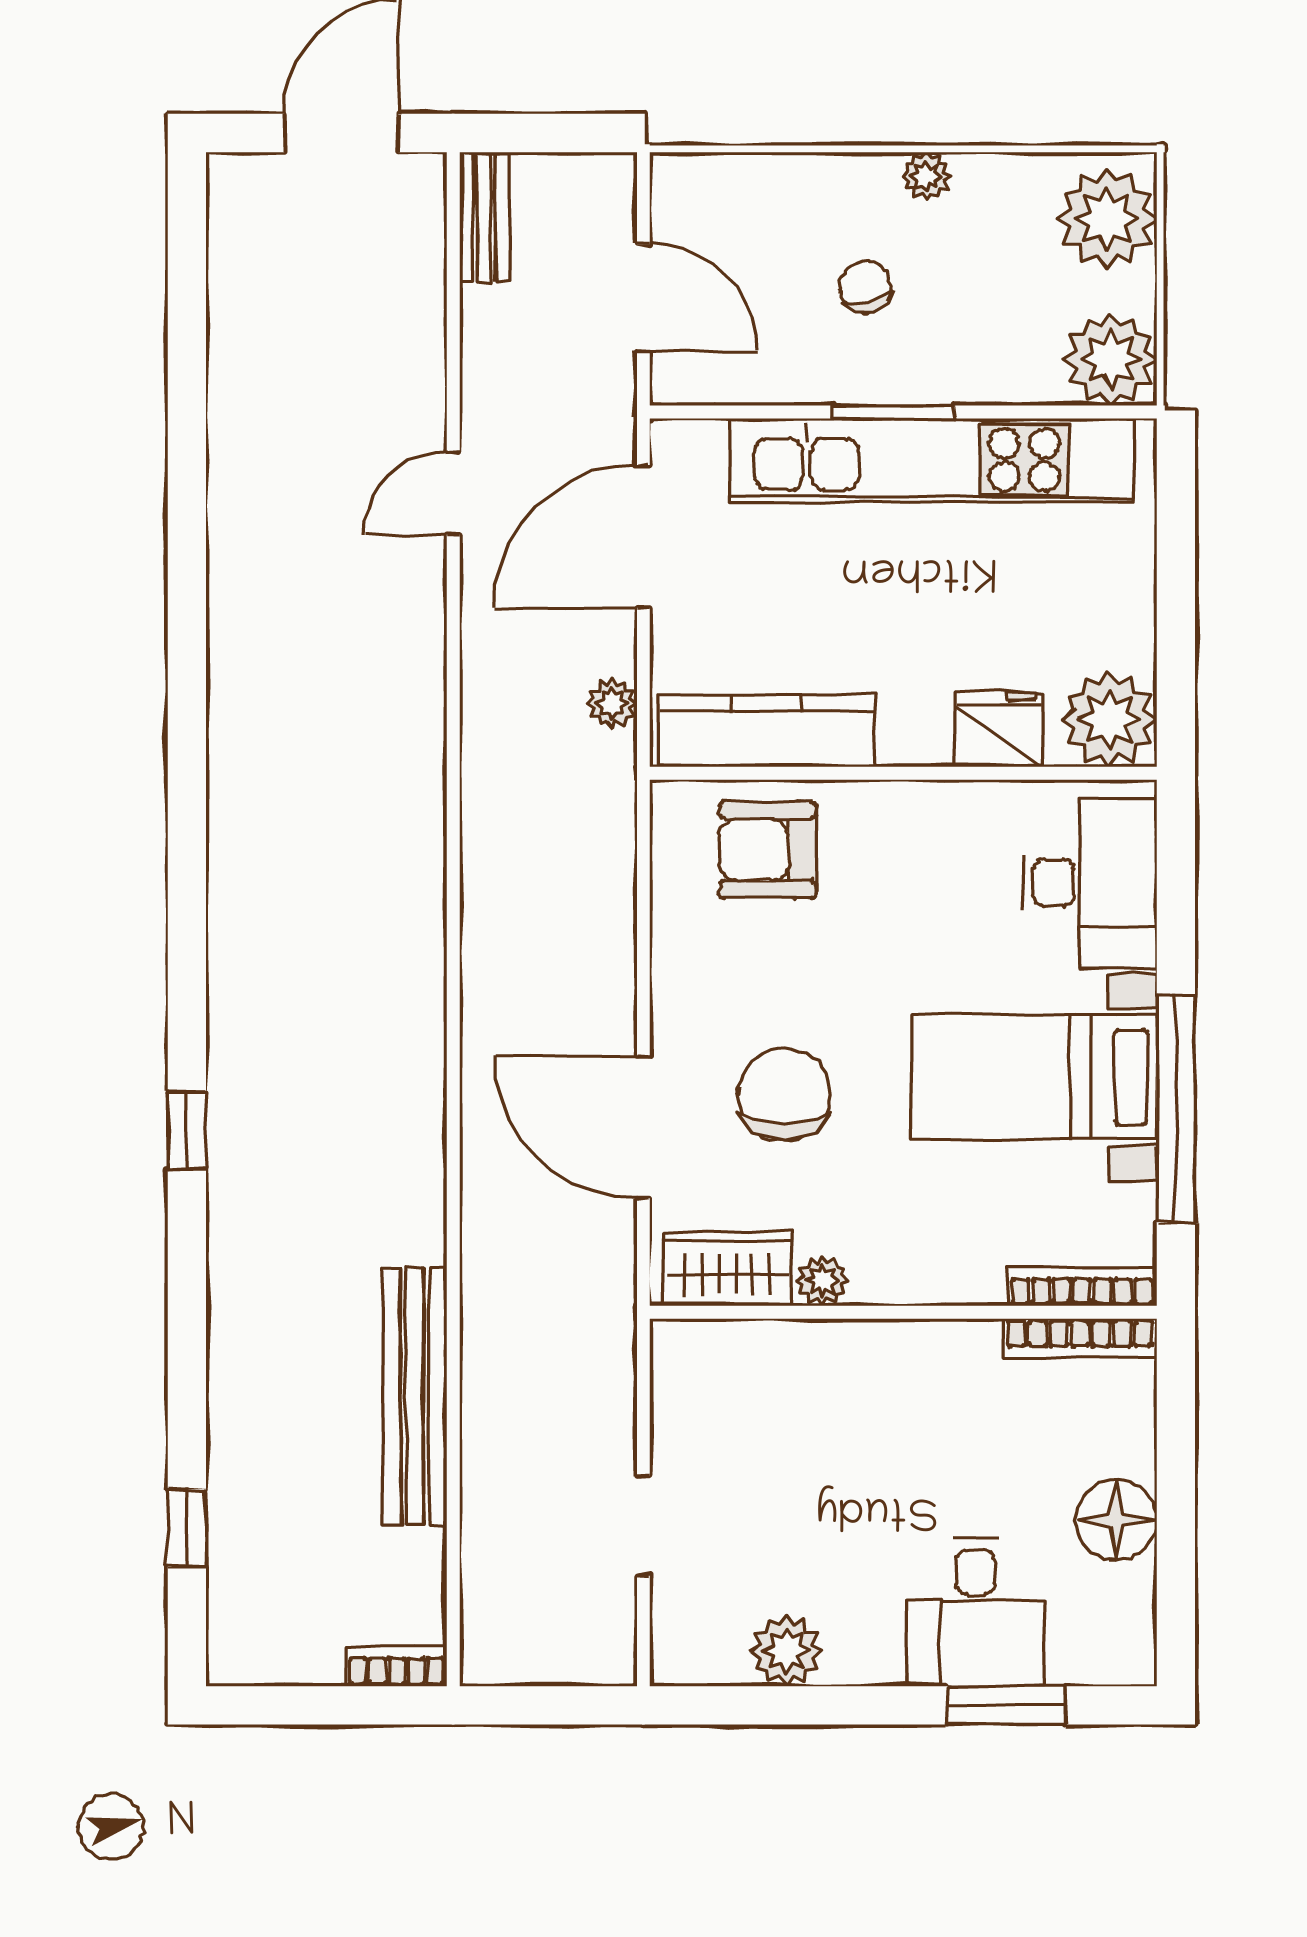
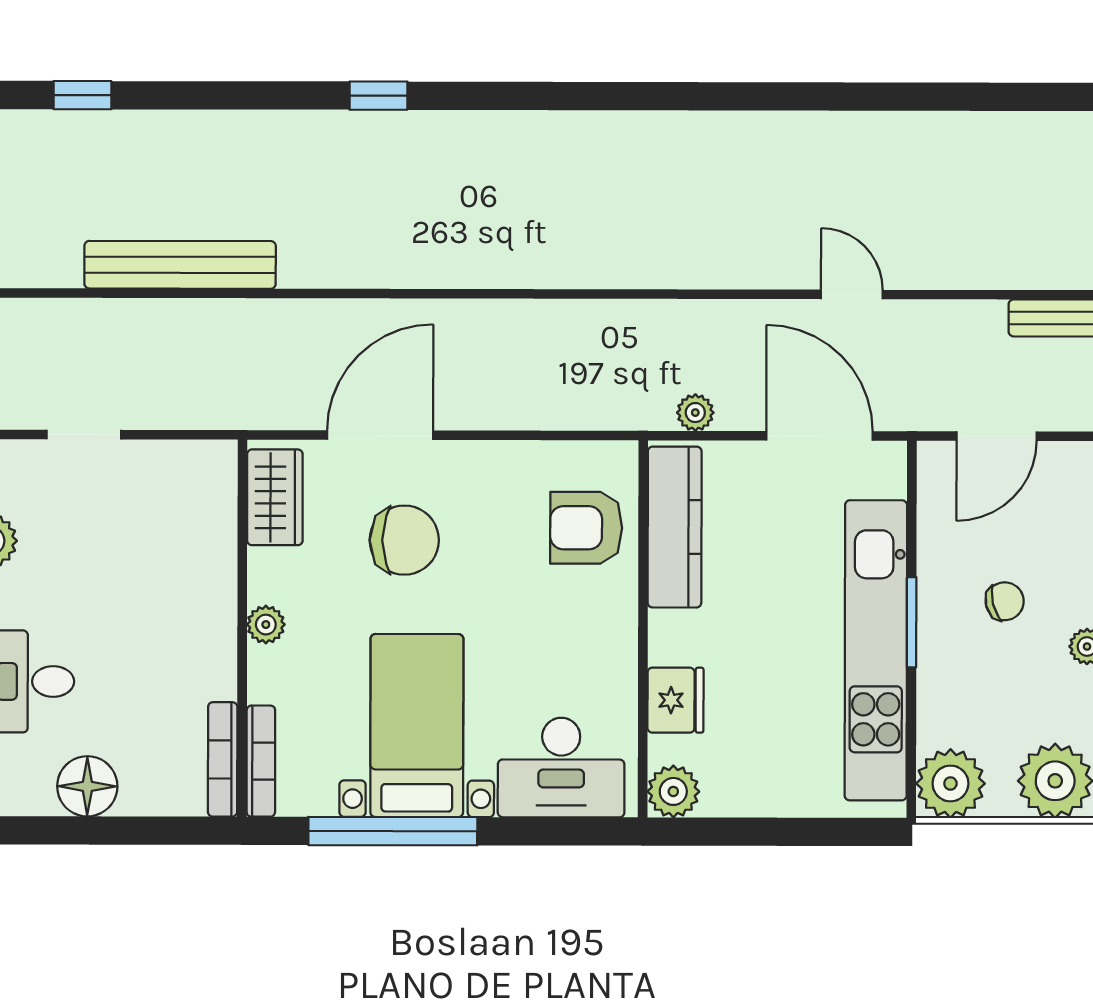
plant: (1109, 719) -> (673, 791), width x0.73, depth x0.73
armchair: (768, 850) -> (586, 528), turned -90
plant: (822, 1280) -> (266, 625), moved

